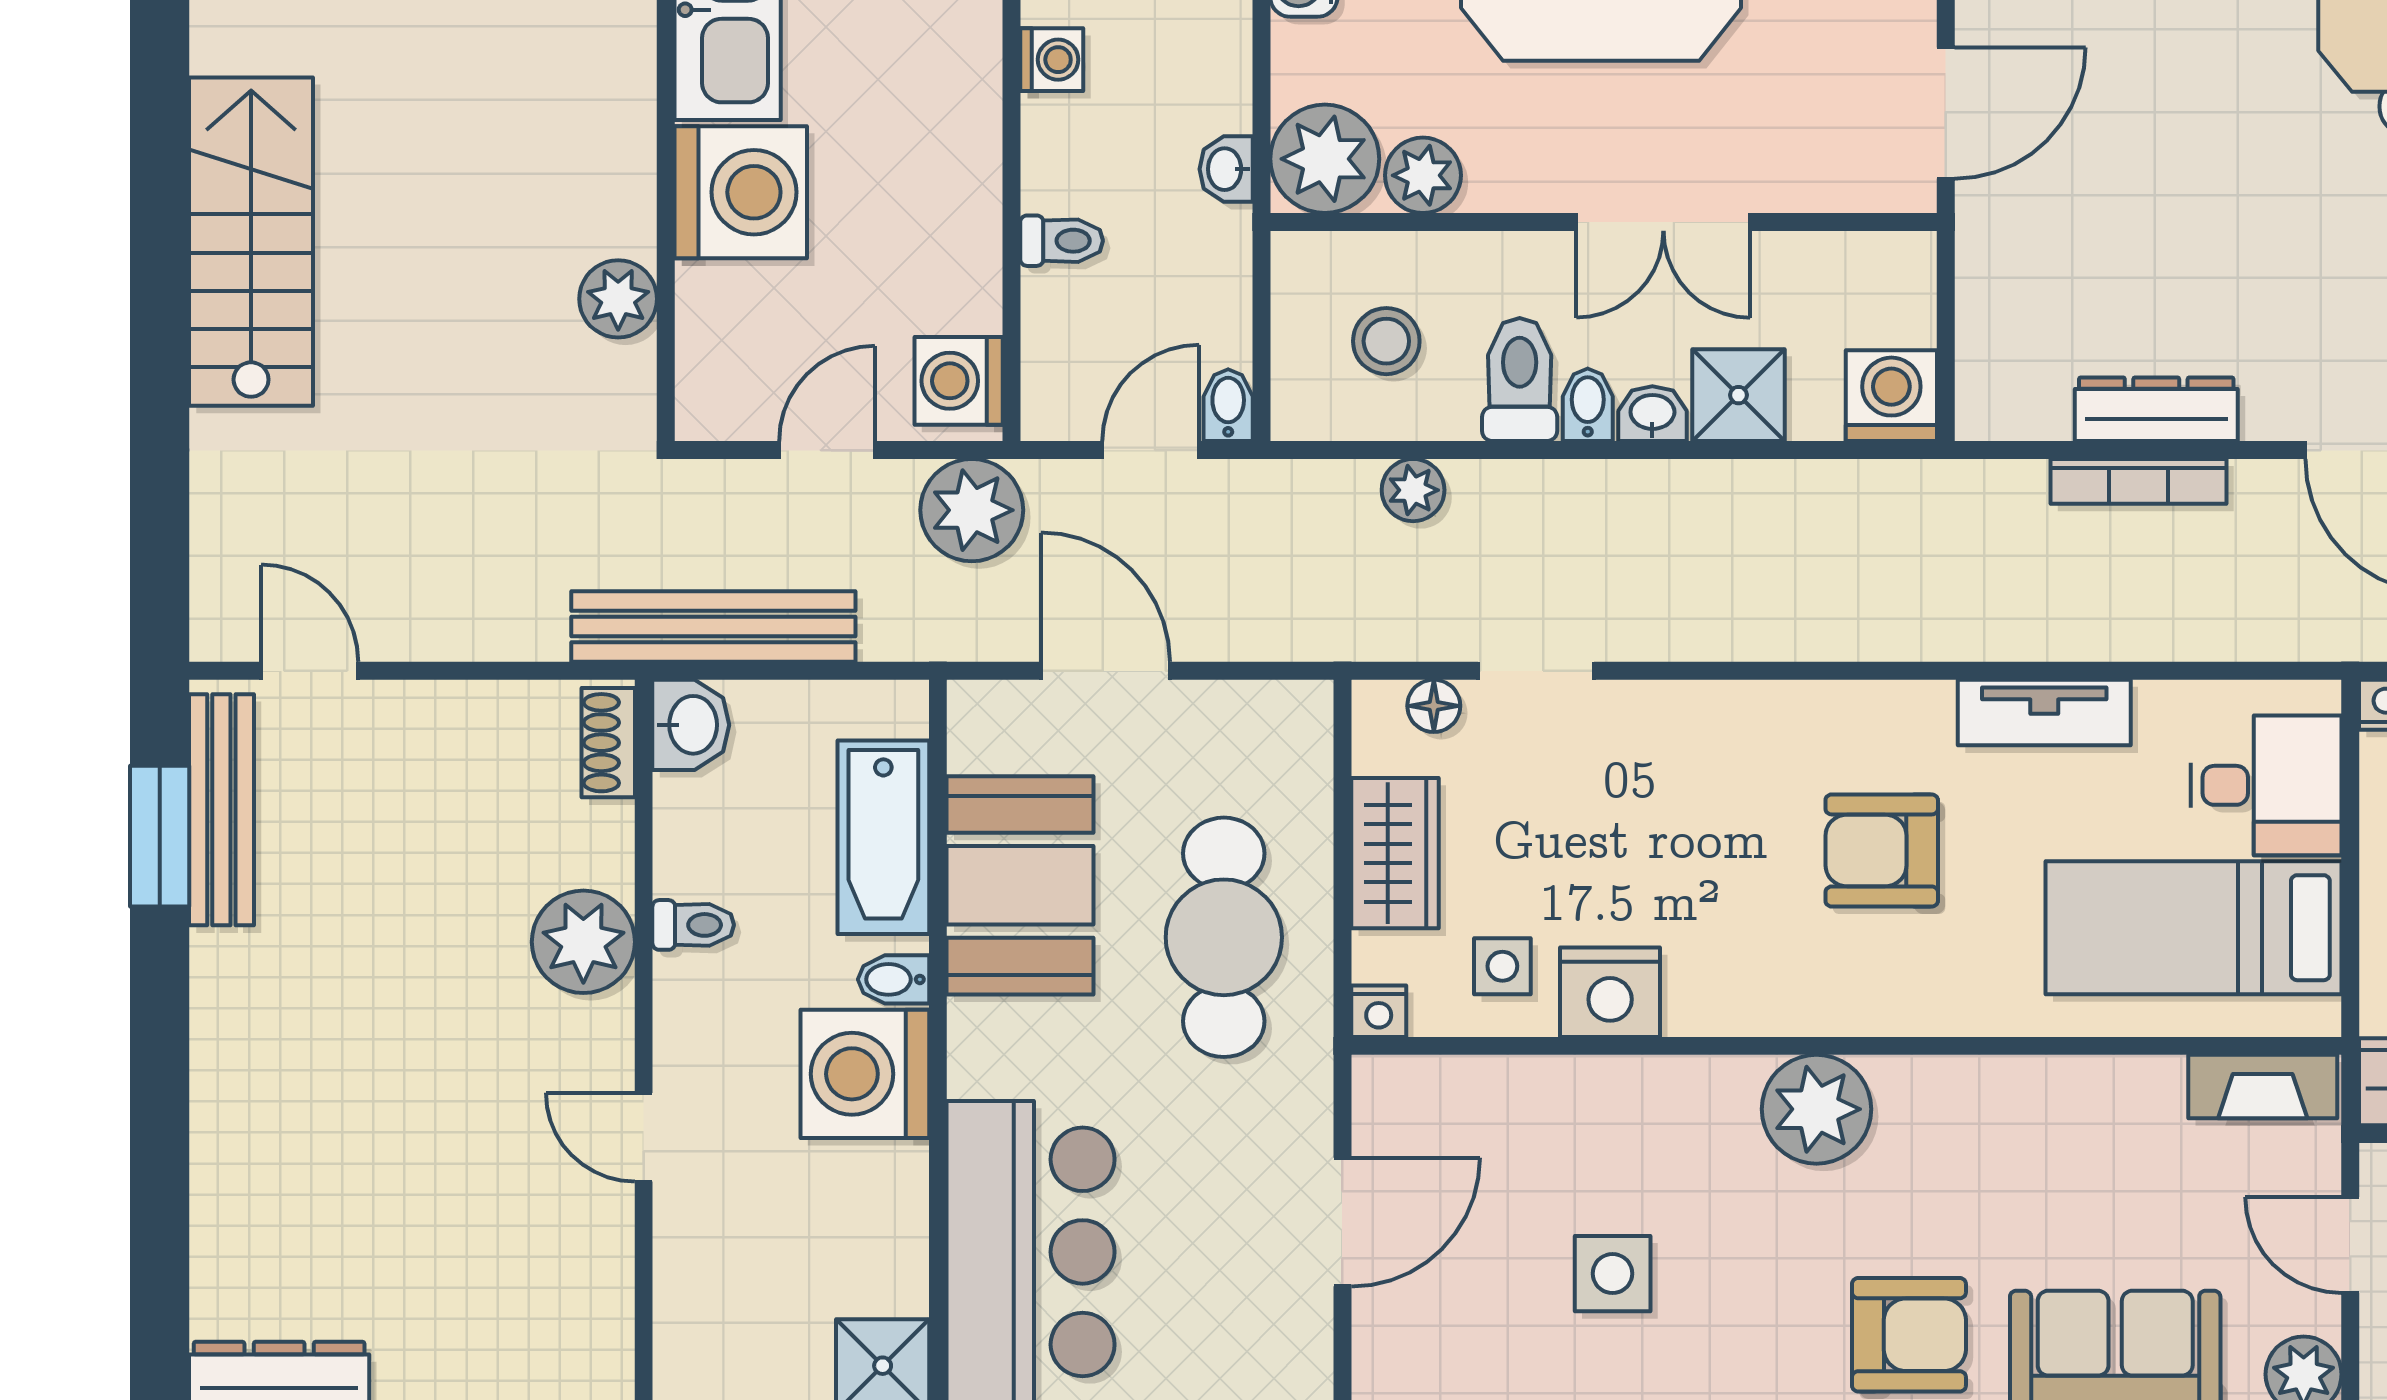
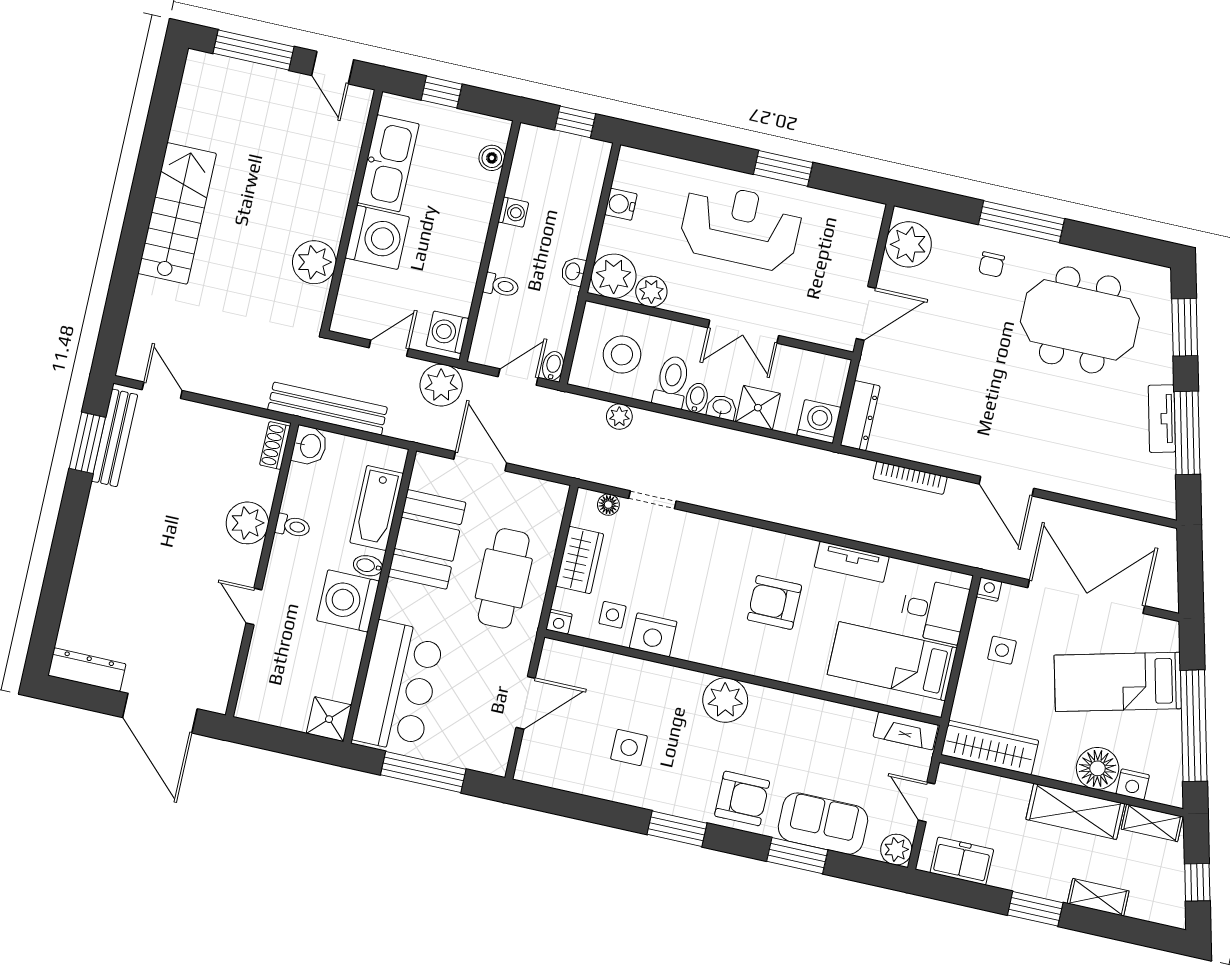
plant: (618, 299) -> (314, 262), width x1.36, depth x1.36
stool: (1386, 341) -> (622, 355), width x1.38, depth x1.38
dresser: (2156, 409) -> (860, 416), moved, turned 90

